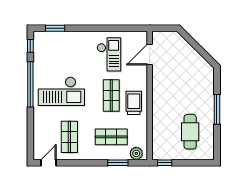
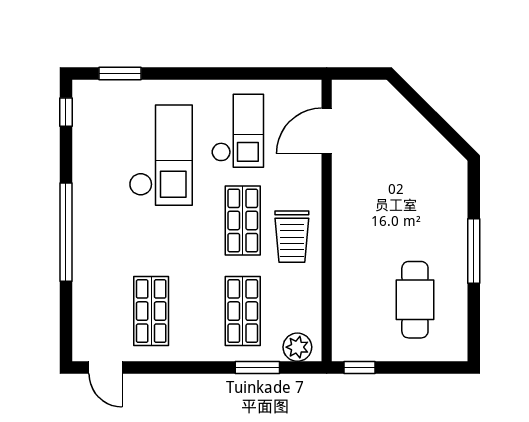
window: (30, 84) -> (66, 232), moved
checkout: (61, 91) -> (161, 155), moved, turned -90
trolley: (134, 103) -> (292, 237), turned 180
shop shelf: (111, 137) -> (243, 311), turned 90
door: (48, 163) -> (105, 368), swing flipped

